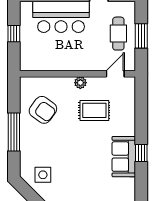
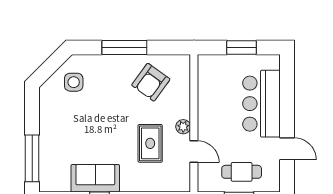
window: (14, 34) -> (242, 48), width x1.50
door: (115, 74) -> (194, 152), moved

